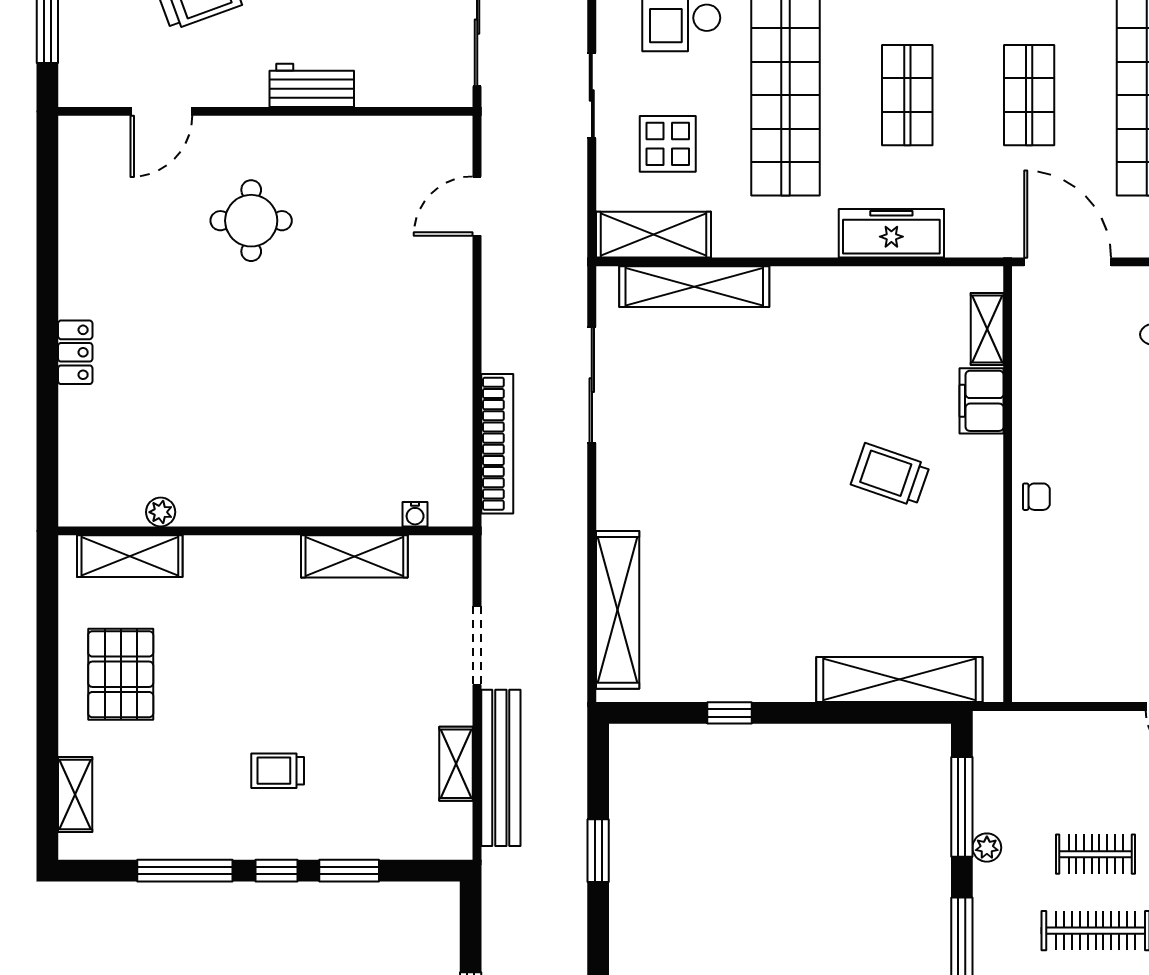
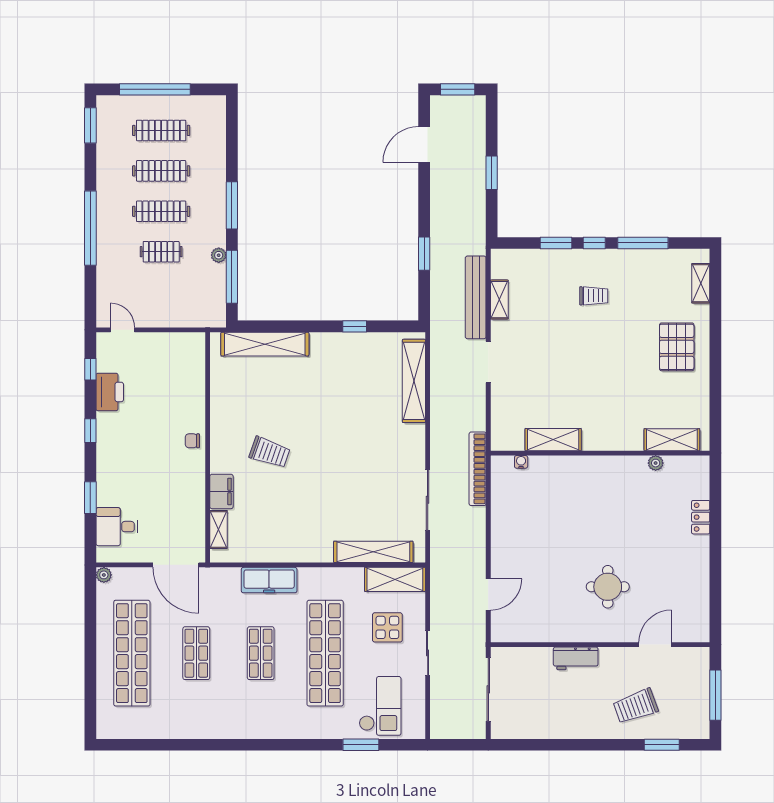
plant: (161, 512) -> (656, 463), moved
water cooler: (415, 514) -> (521, 462), moved
wall: (265, 531) -> (600, 453), moved
shelving: (130, 556) -> (672, 440), moved
shelving: (354, 556) -> (553, 440), moved

